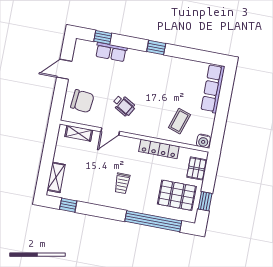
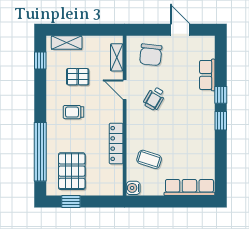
window: (103, 37) -> (221, 95), moved
pallet: (196, 168) -> (78, 77), moved

